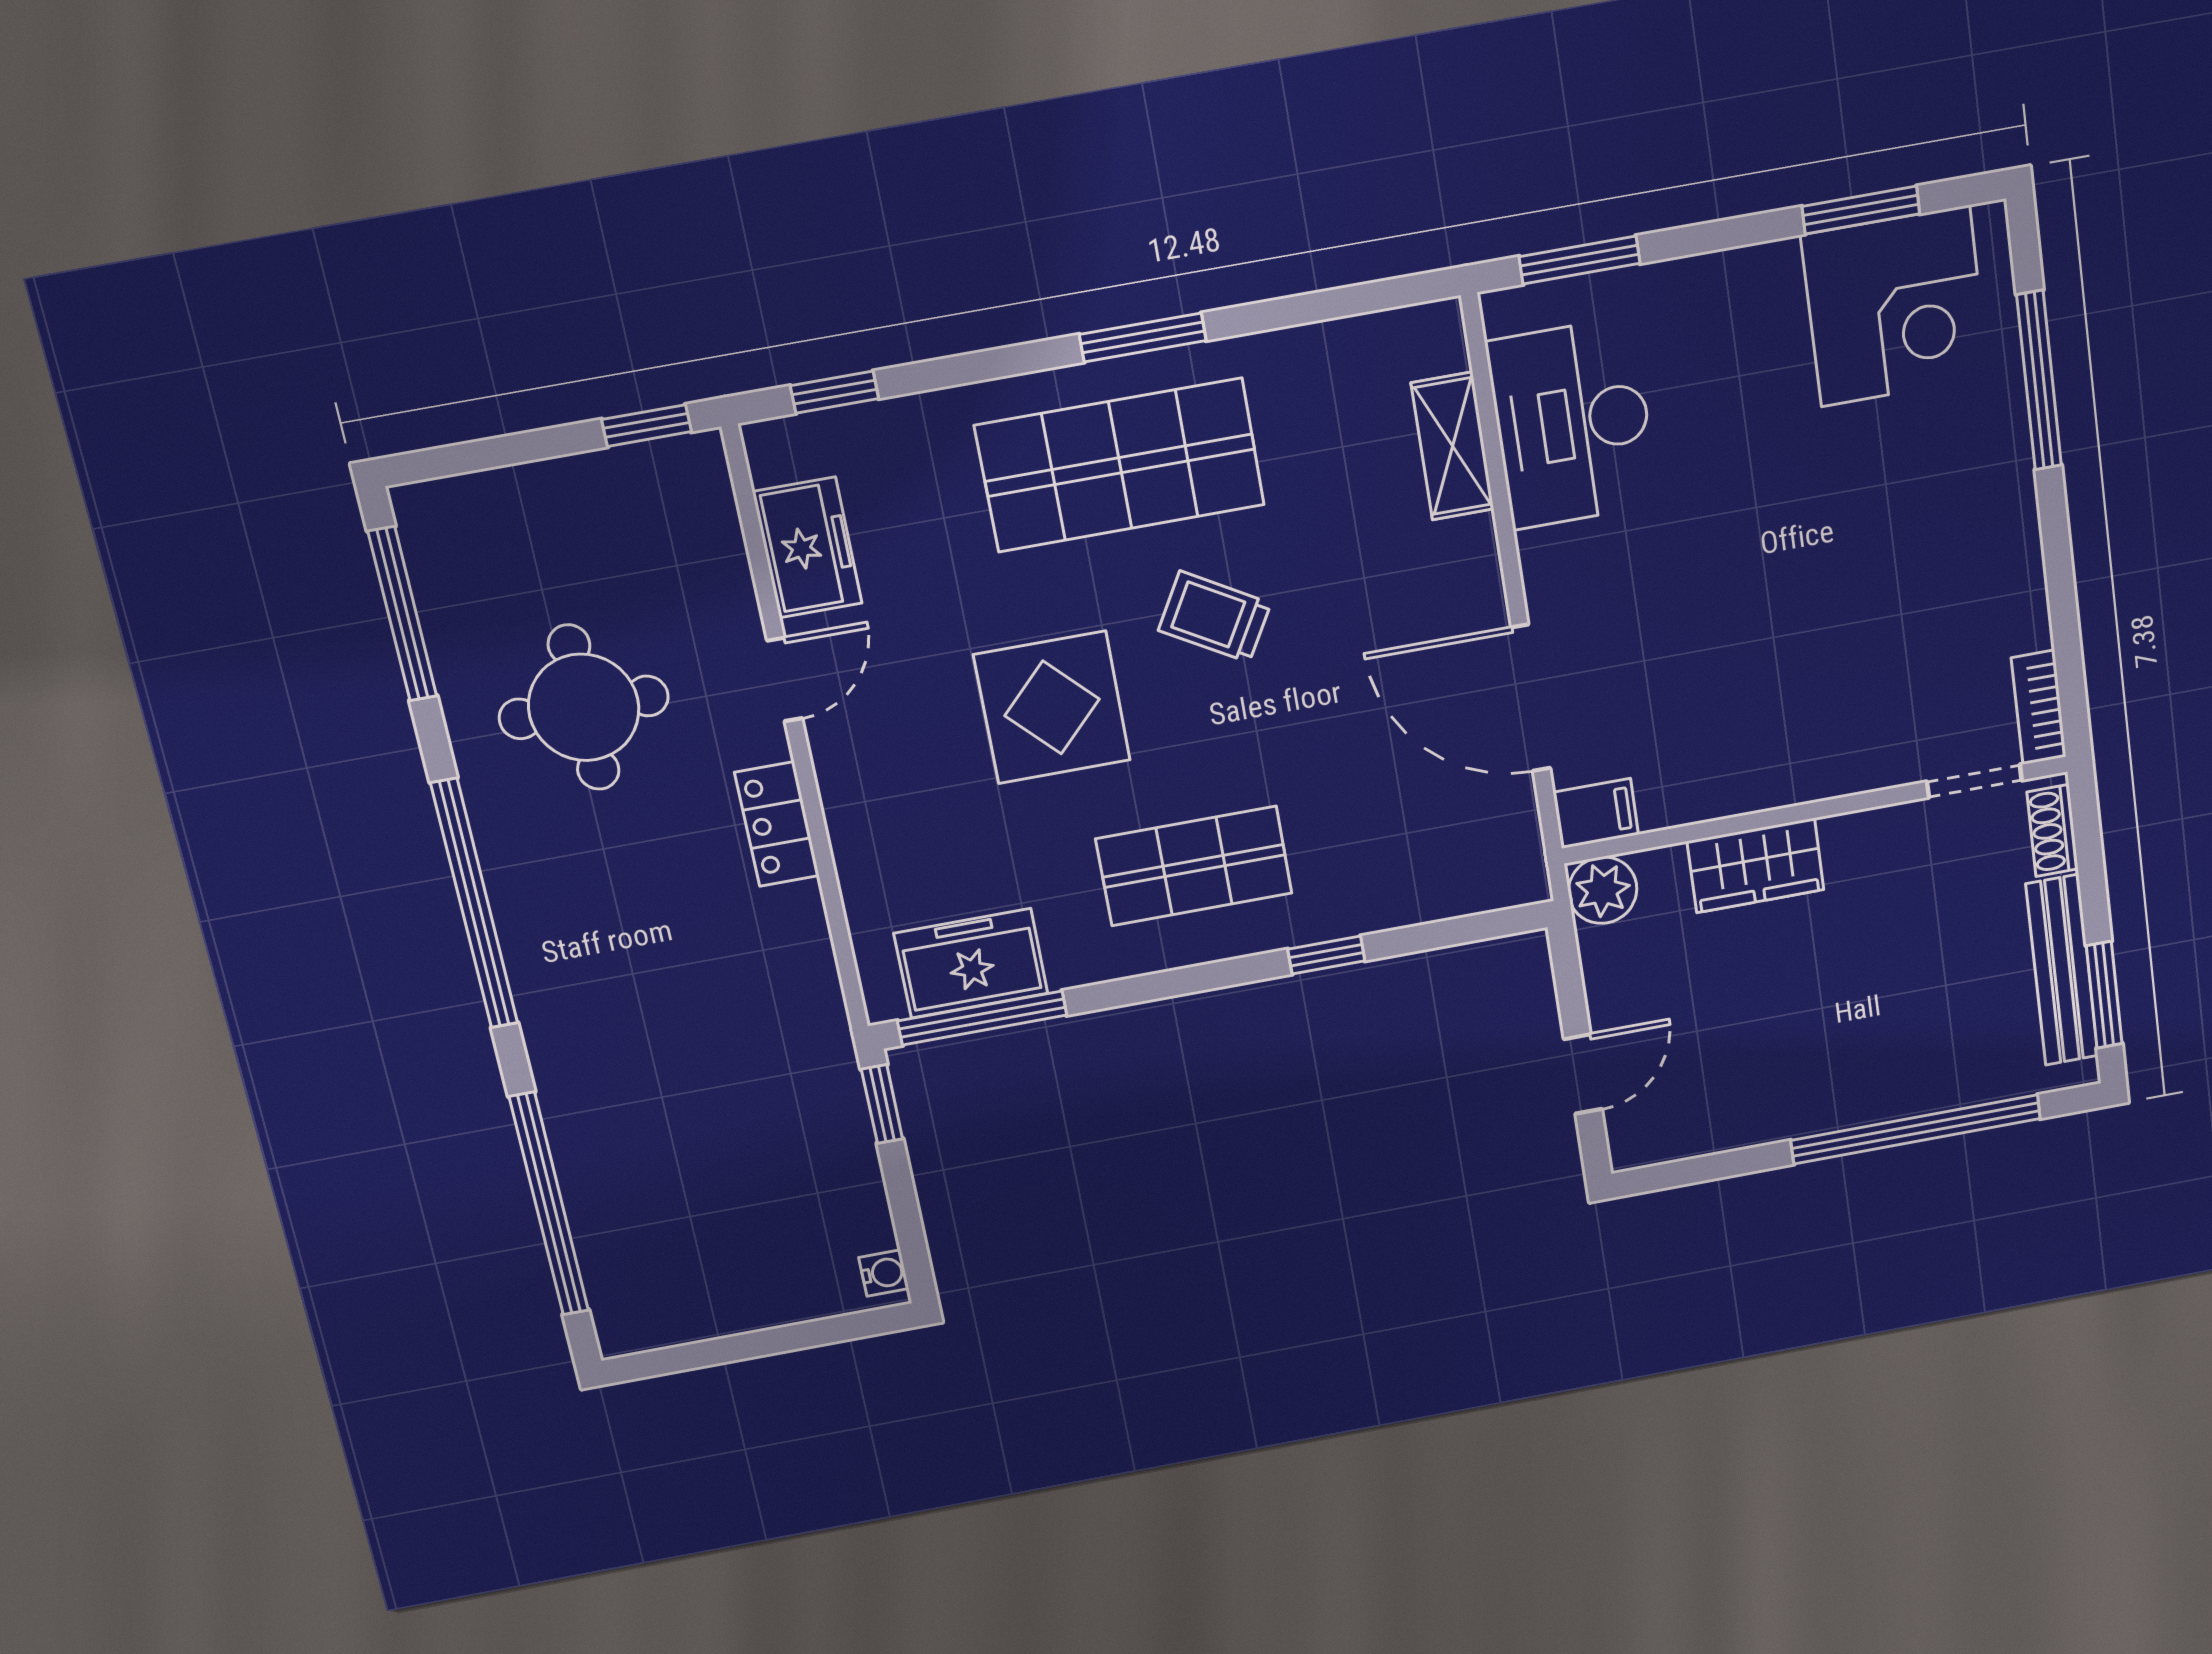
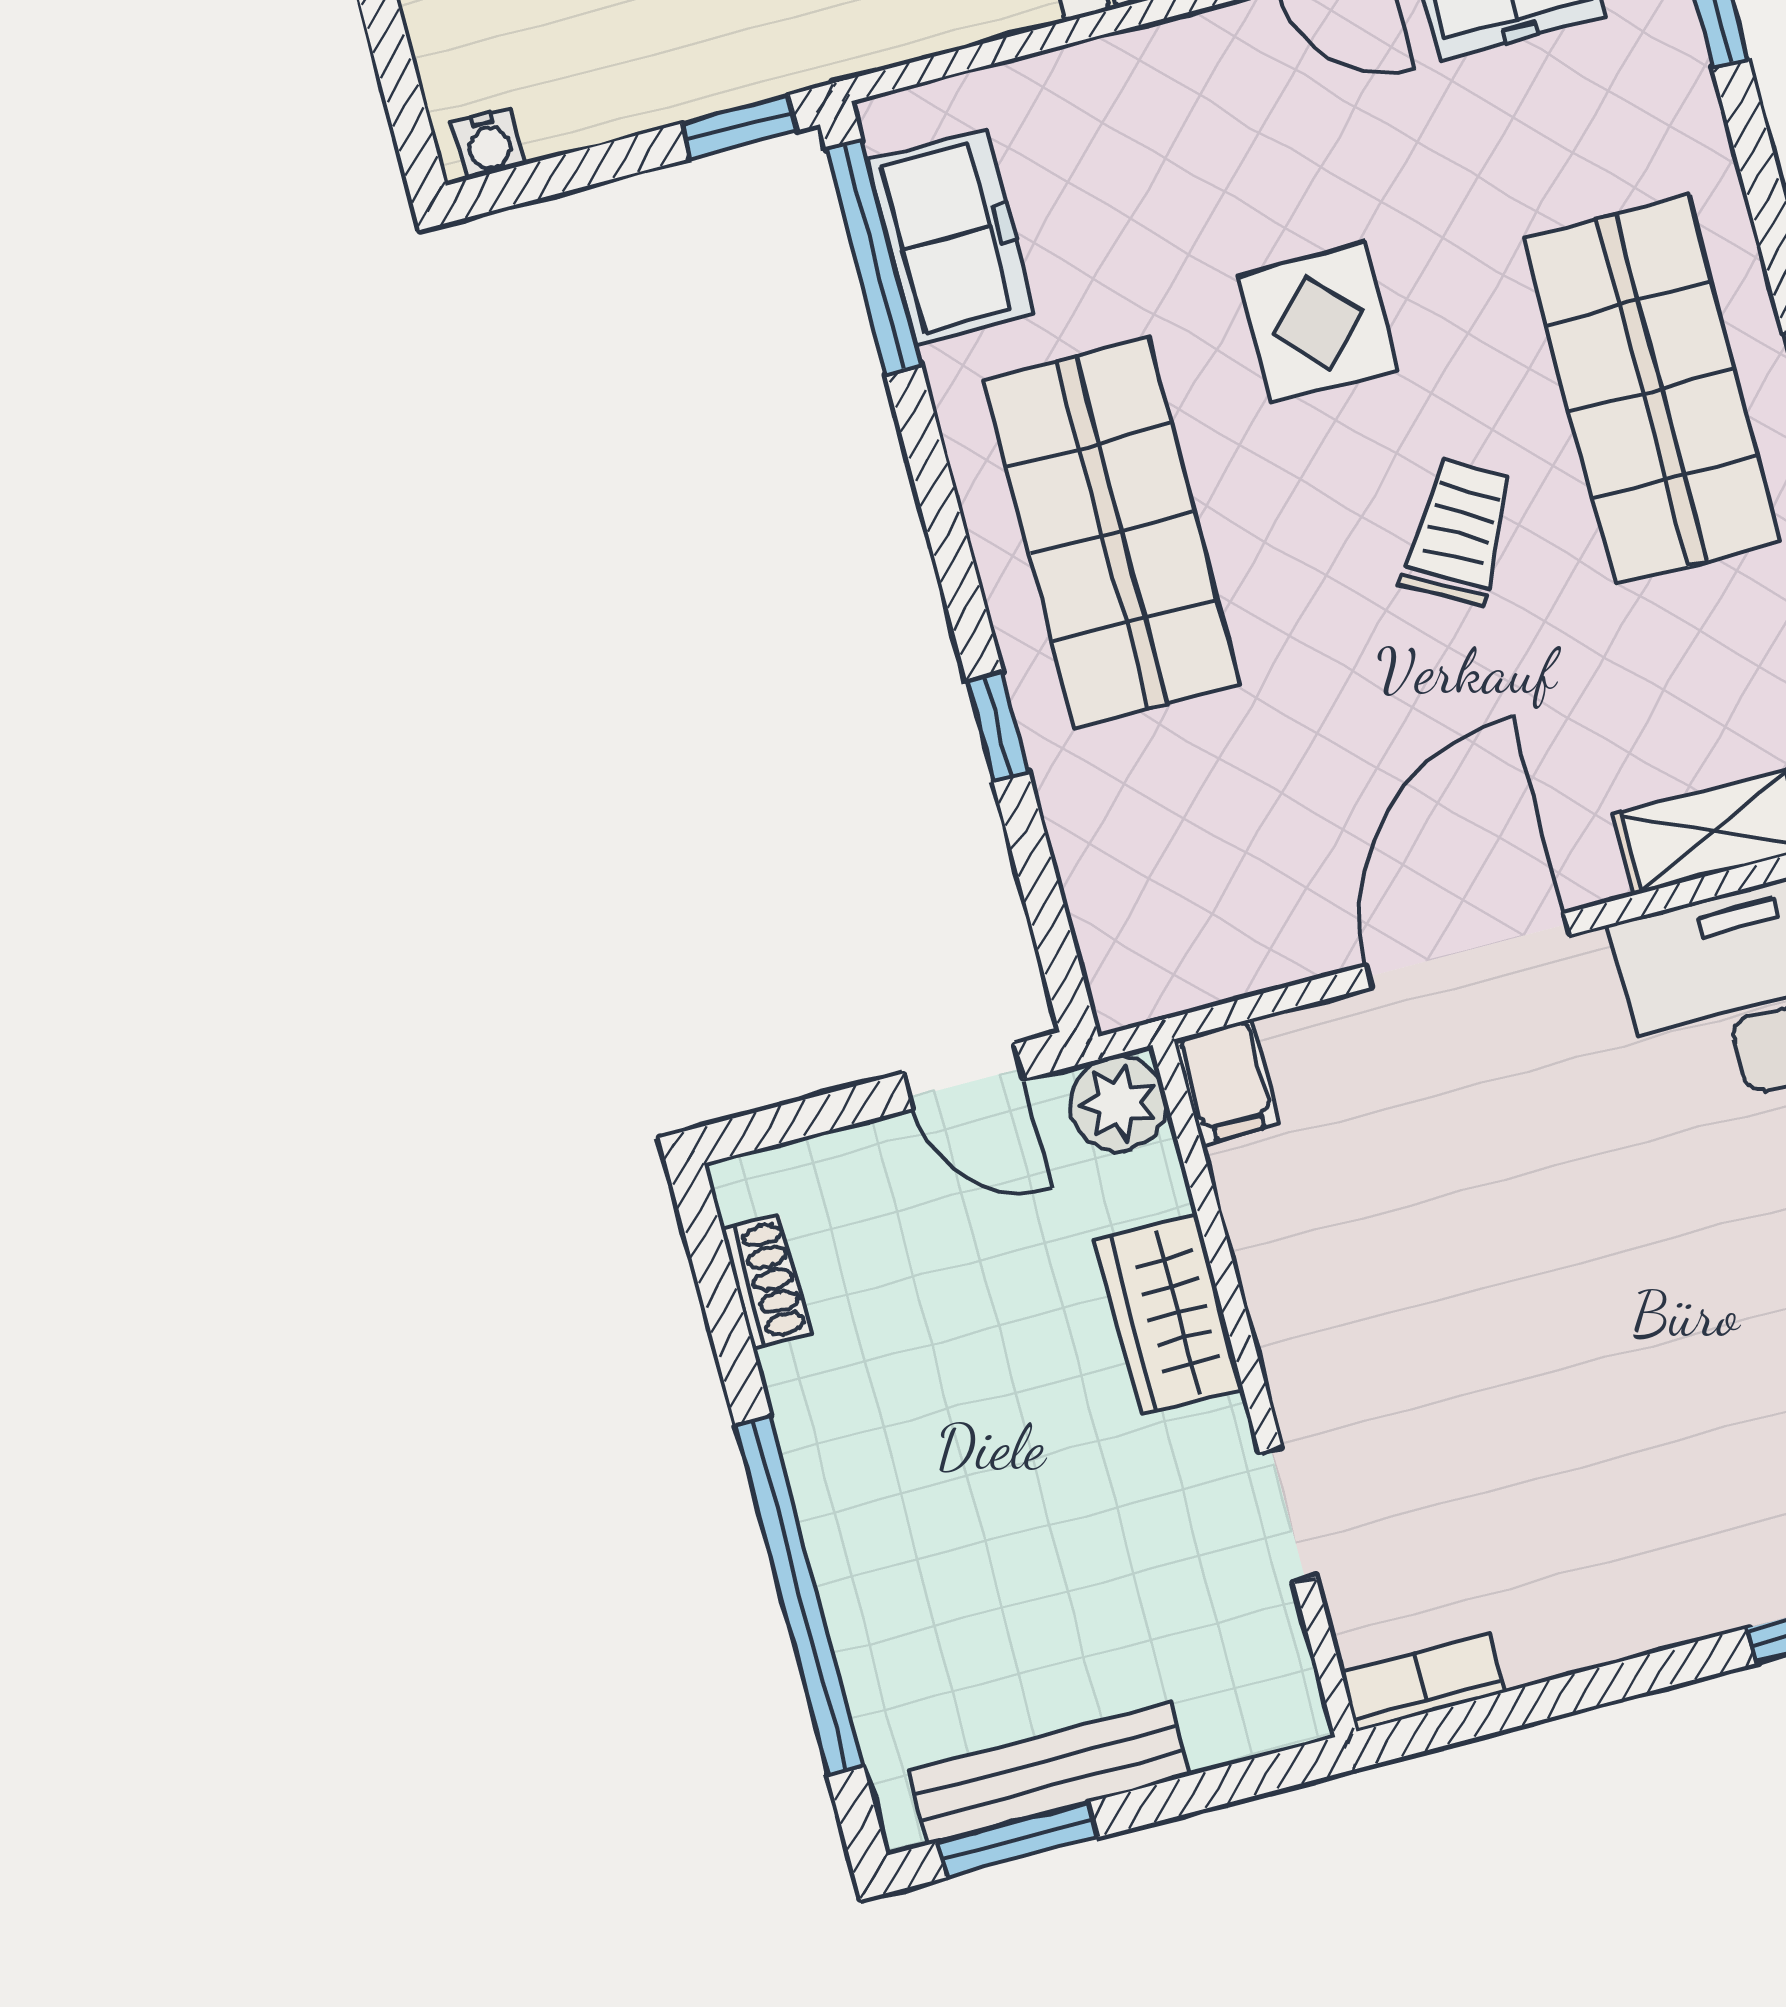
door: (1531, 698) -> (1468, 950), moved
display table: (1052, 707) -> (1318, 323), width x0.73, depth x0.73
doorway: (1974, 781) -> (1288, 1514), moved
shoe rack: (2053, 831) -> (766, 1281), moved, turned 90
shop shelf: (1194, 866) -> (1112, 533), width x1.43, depth x1.36
door: (1583, 1074) -> (964, 1076), moved

